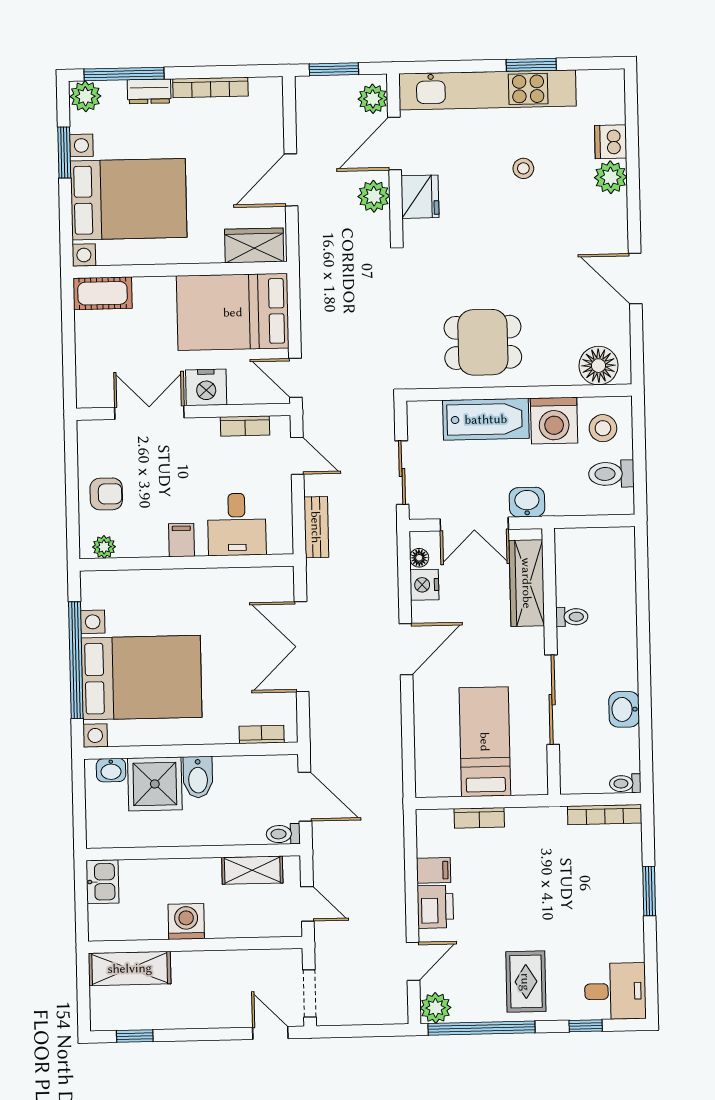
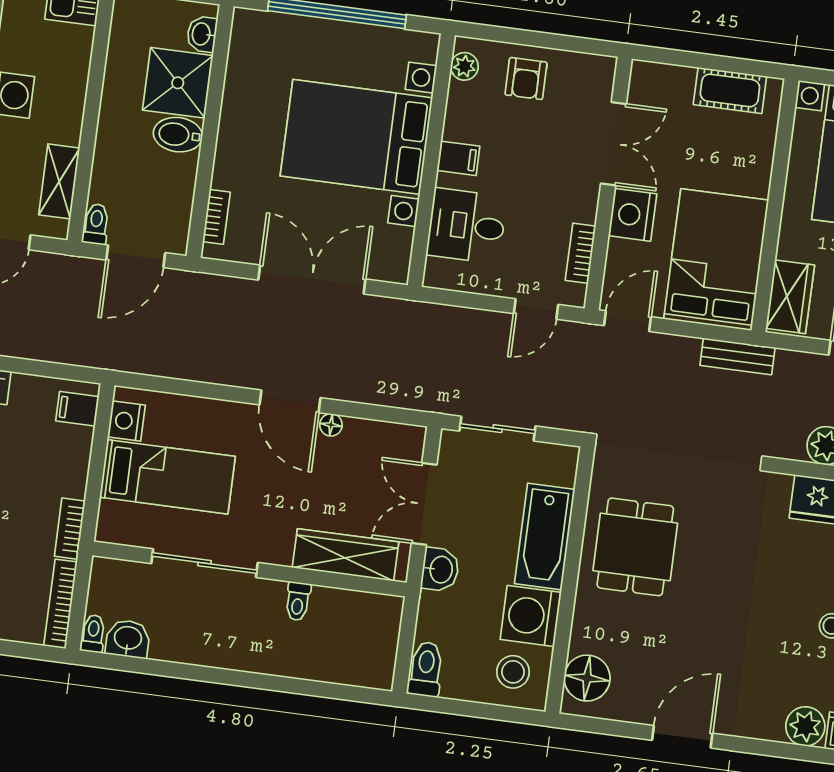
cot: (102, 293) -> (730, 90), moved, turned 90
toilet: (611, 474) -> (426, 669), moved
bench: (316, 527) -> (737, 356), moved
floor lamp: (419, 558) -> (331, 425), moved
nightstand: (424, 585) -> (126, 421), moved, turned -90
bed with nightstands: (142, 678) -> (356, 137), moved, turned 90
washbasin: (624, 709) -> (128, 639), moved
bookcase: (479, 818) -> (70, 529), moved
filing cabinet: (434, 870) -> (77, 409), moved, turned 90

